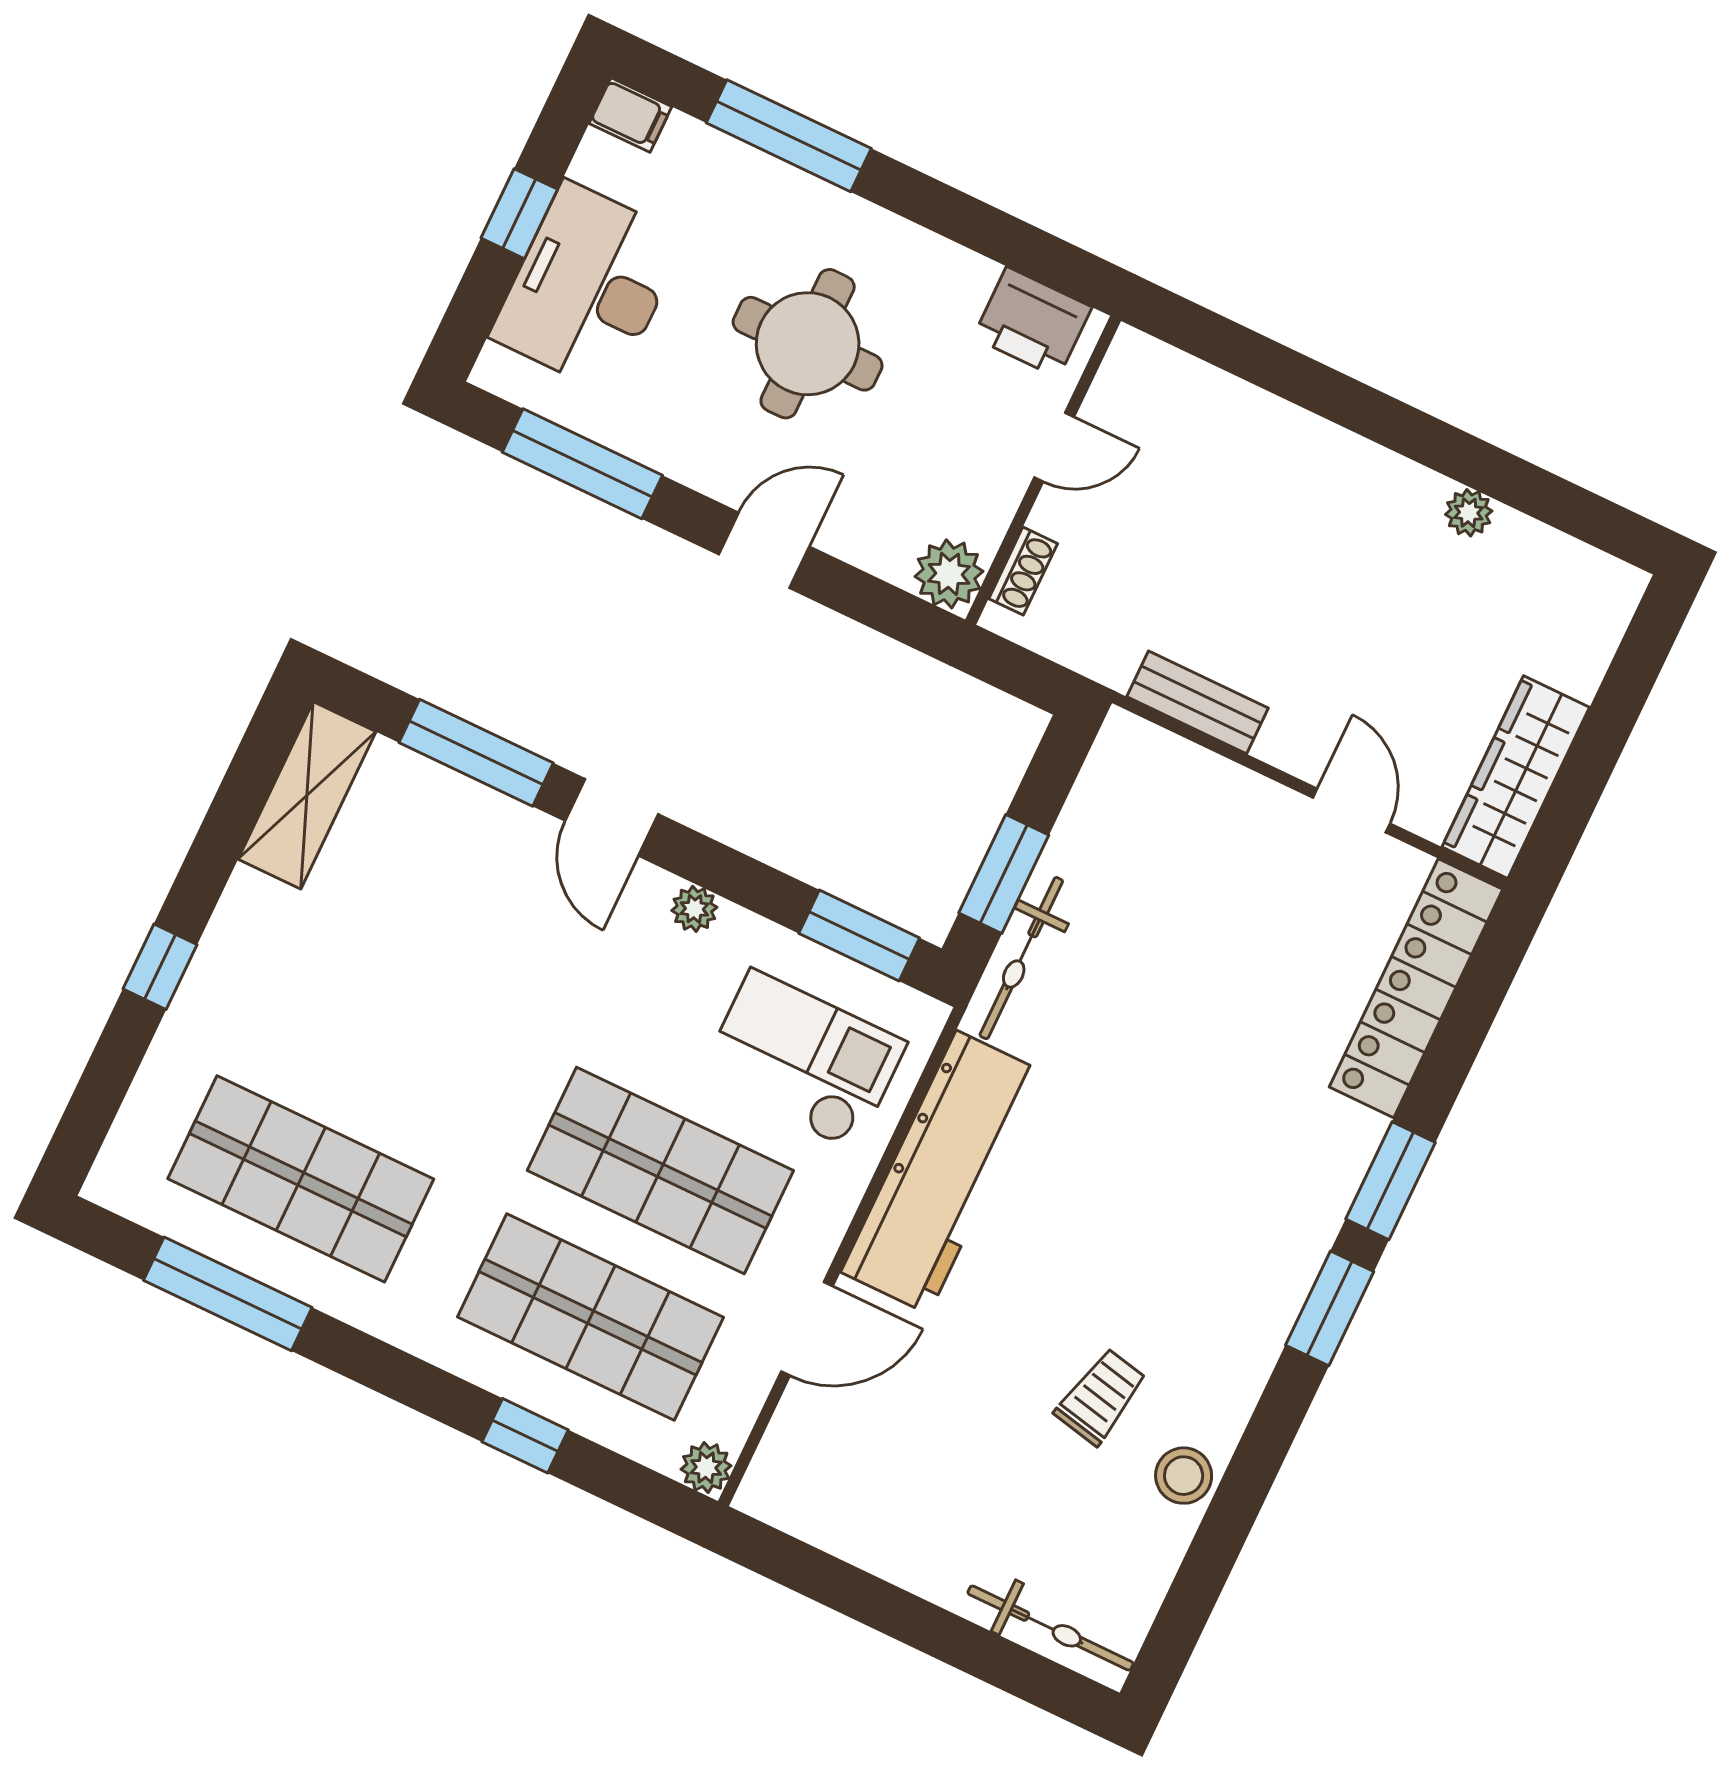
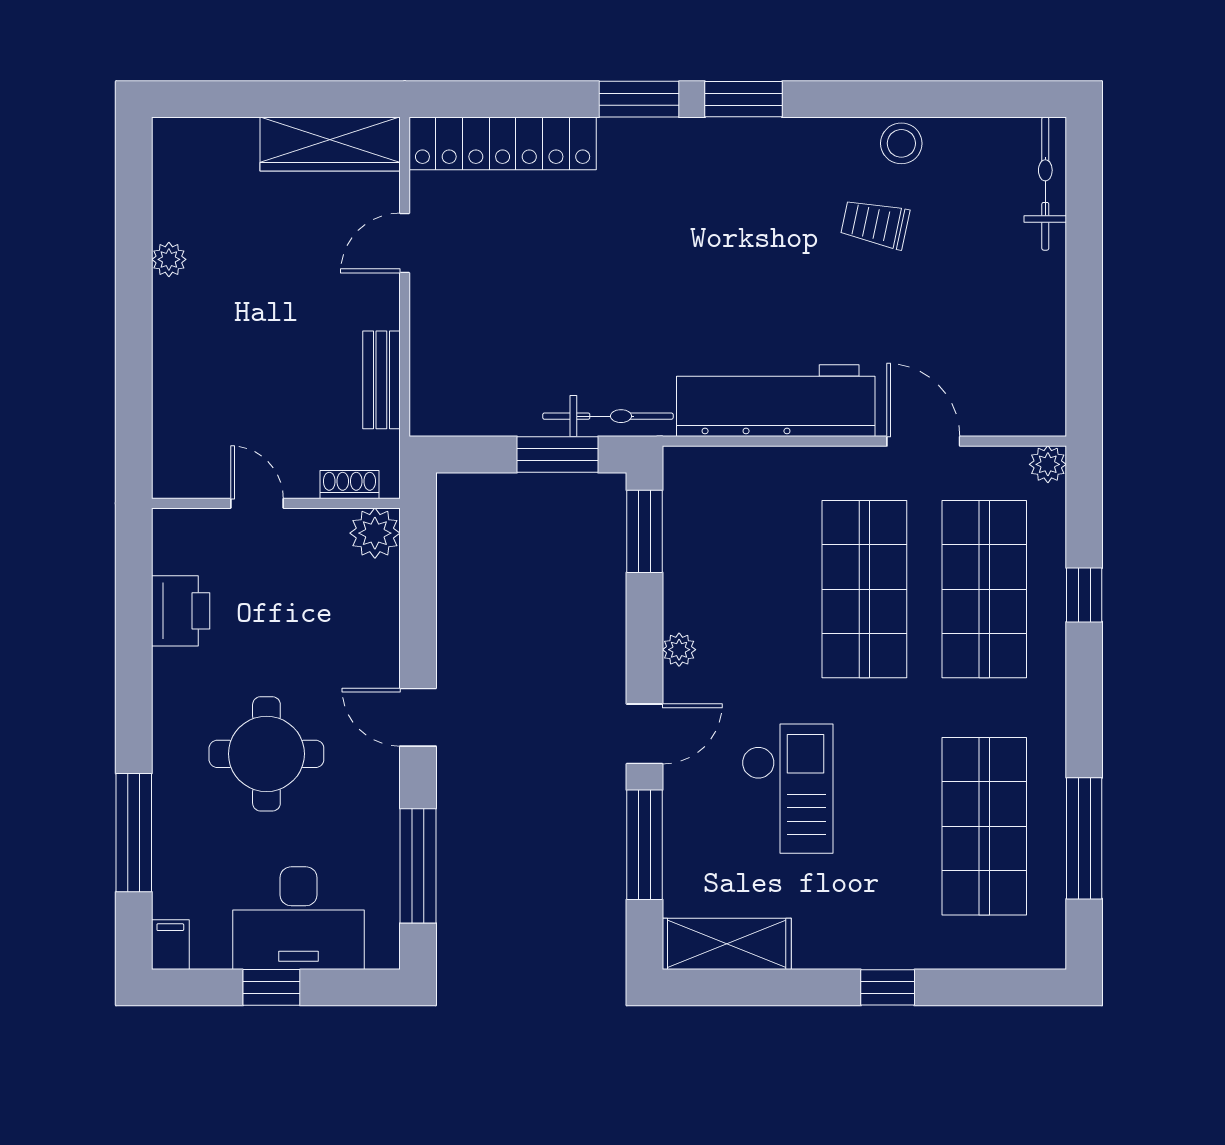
door: (1054, 447) -> (257, 503), moved
wall: (1043, 470) -> (276, 503), moved
shoe rack: (1023, 571) -> (349, 485), moved
plant: (949, 574) -> (375, 533), moved
checkout: (803, 1060) -> (787, 789), moved, turned 180

